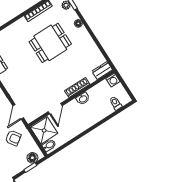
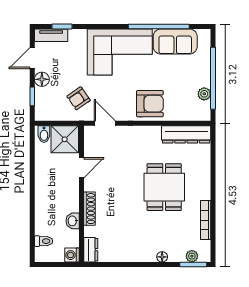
dining table: (50, 43) -> (164, 187), moved
washbasin: (83, 99) -> (73, 221), moved
door: (55, 109) -> (81, 168), swing flipped
floor lamp: (32, 158) -> (42, 79), moved

